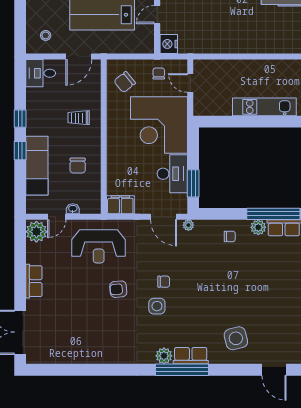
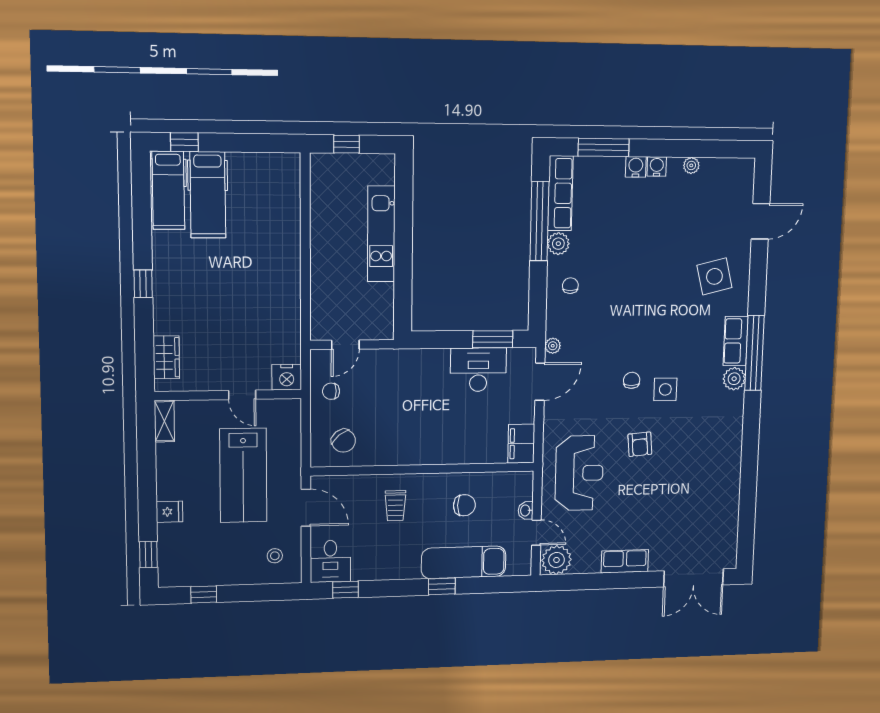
window: (20, 119) -> (346, 590), moved
corner desk: (159, 125) -> (407, 390), removed

